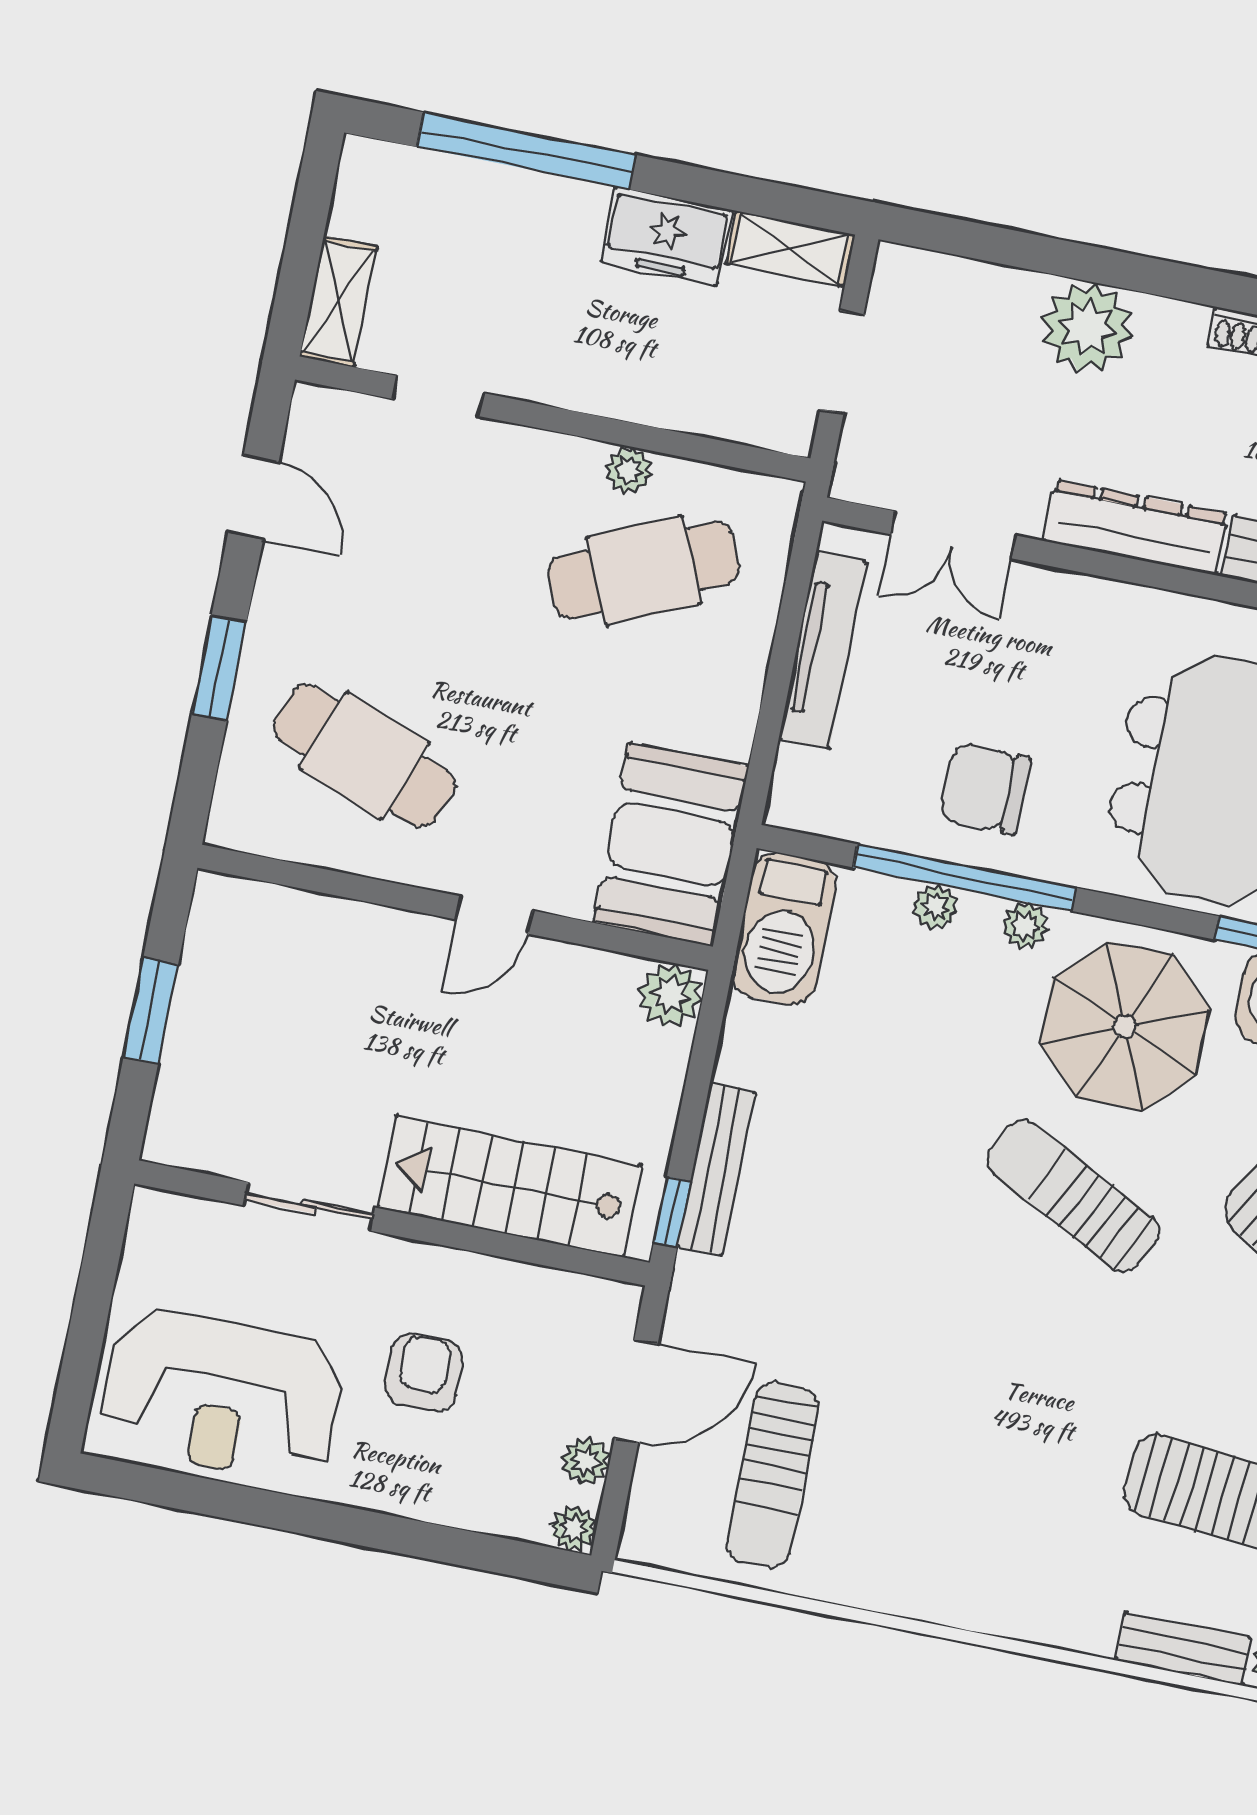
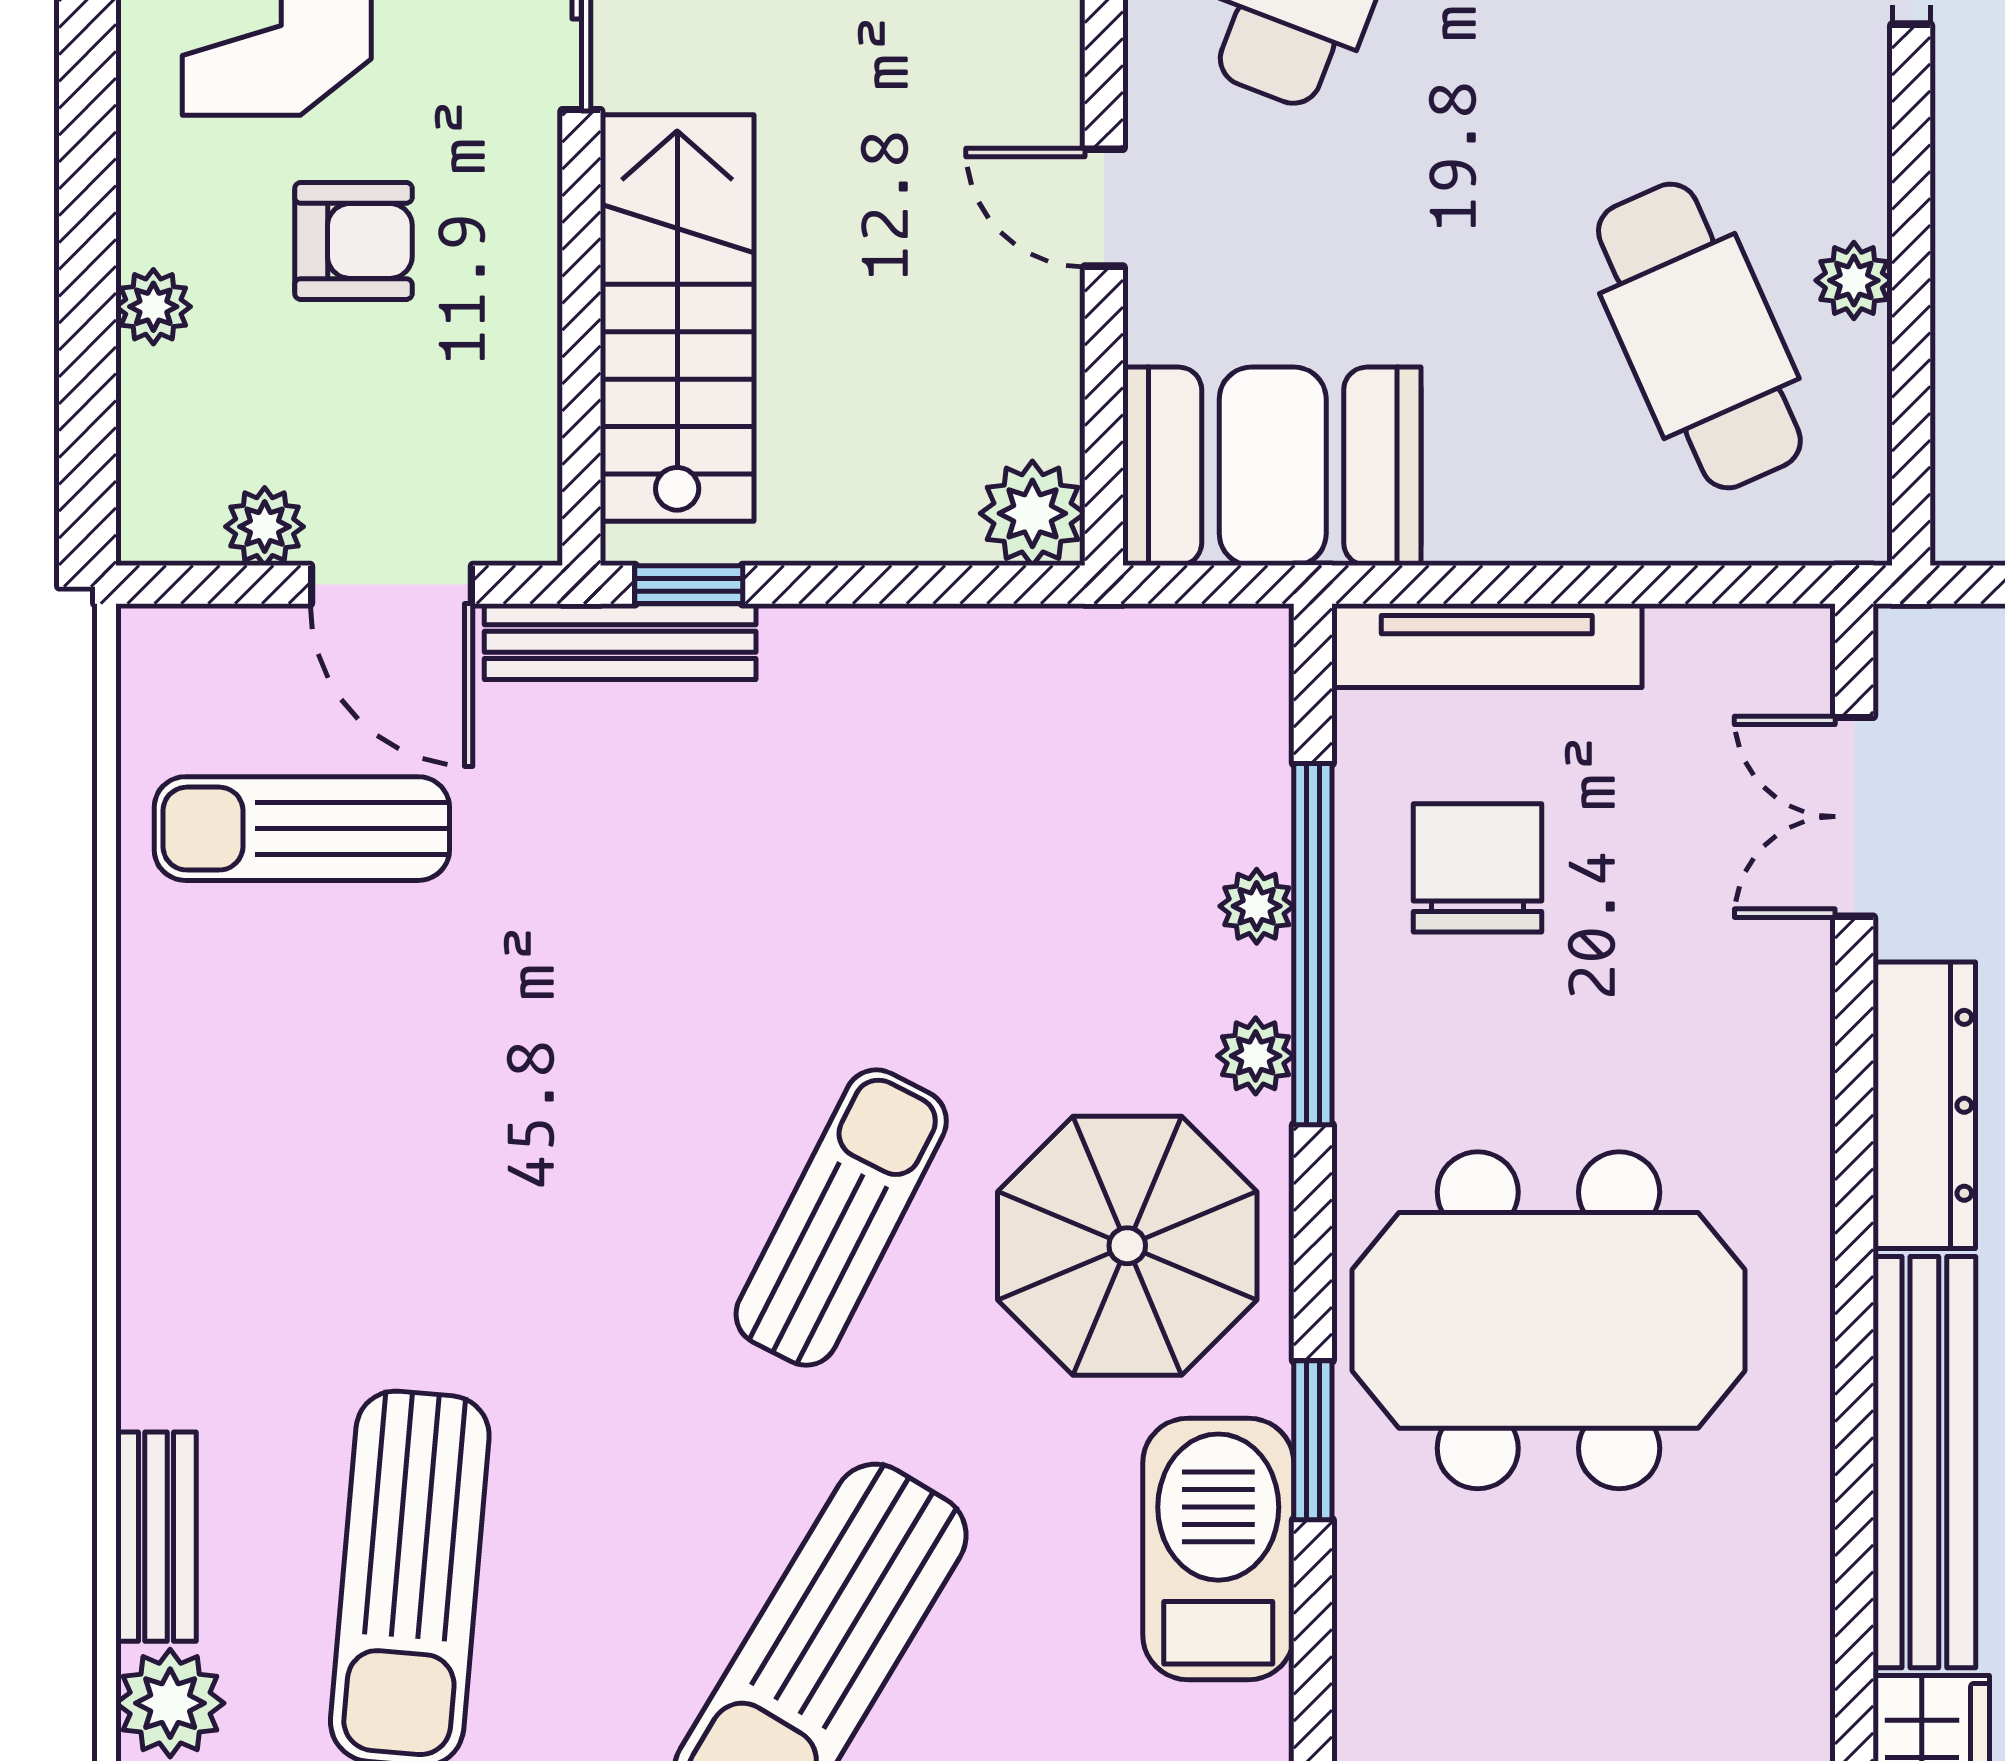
tv unit: (823, 650) -> (1487, 646), moved
chair: (985, 789) -> (1478, 868), moved
barbecue: (784, 929) -> (1174, 673), removed
bench: (716, 1169) -> (620, 642), moved
plant: (573, 1529) -> (153, 307), moved

